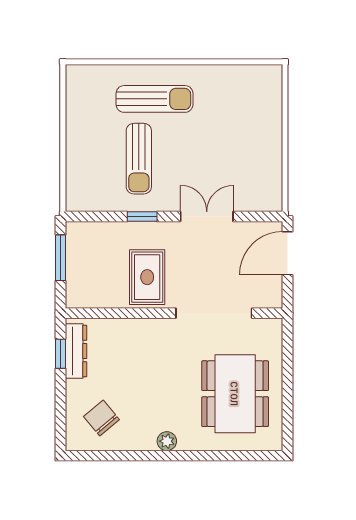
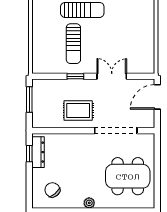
rug: (147, 277) -> (78, 110), turned 90
dining table: (235, 394) -> (128, 176), turned 90

